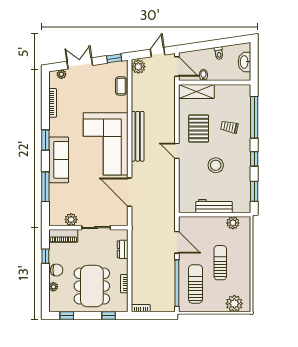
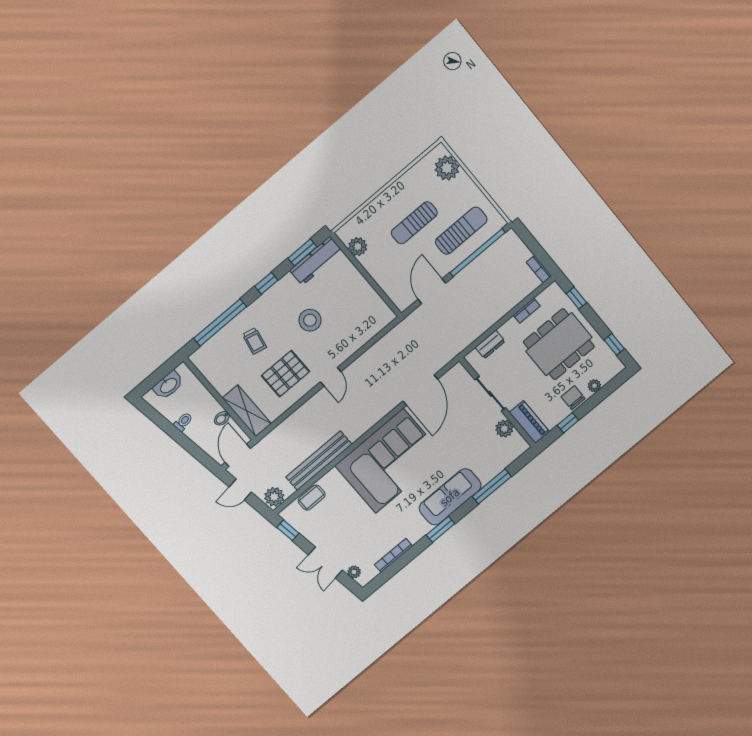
bench: (138, 136) -> (319, 461), moved
workbench: (214, 206) -> (316, 261), moved, turned -90
sun lounger: (196, 284) -> (461, 231), turned 180

